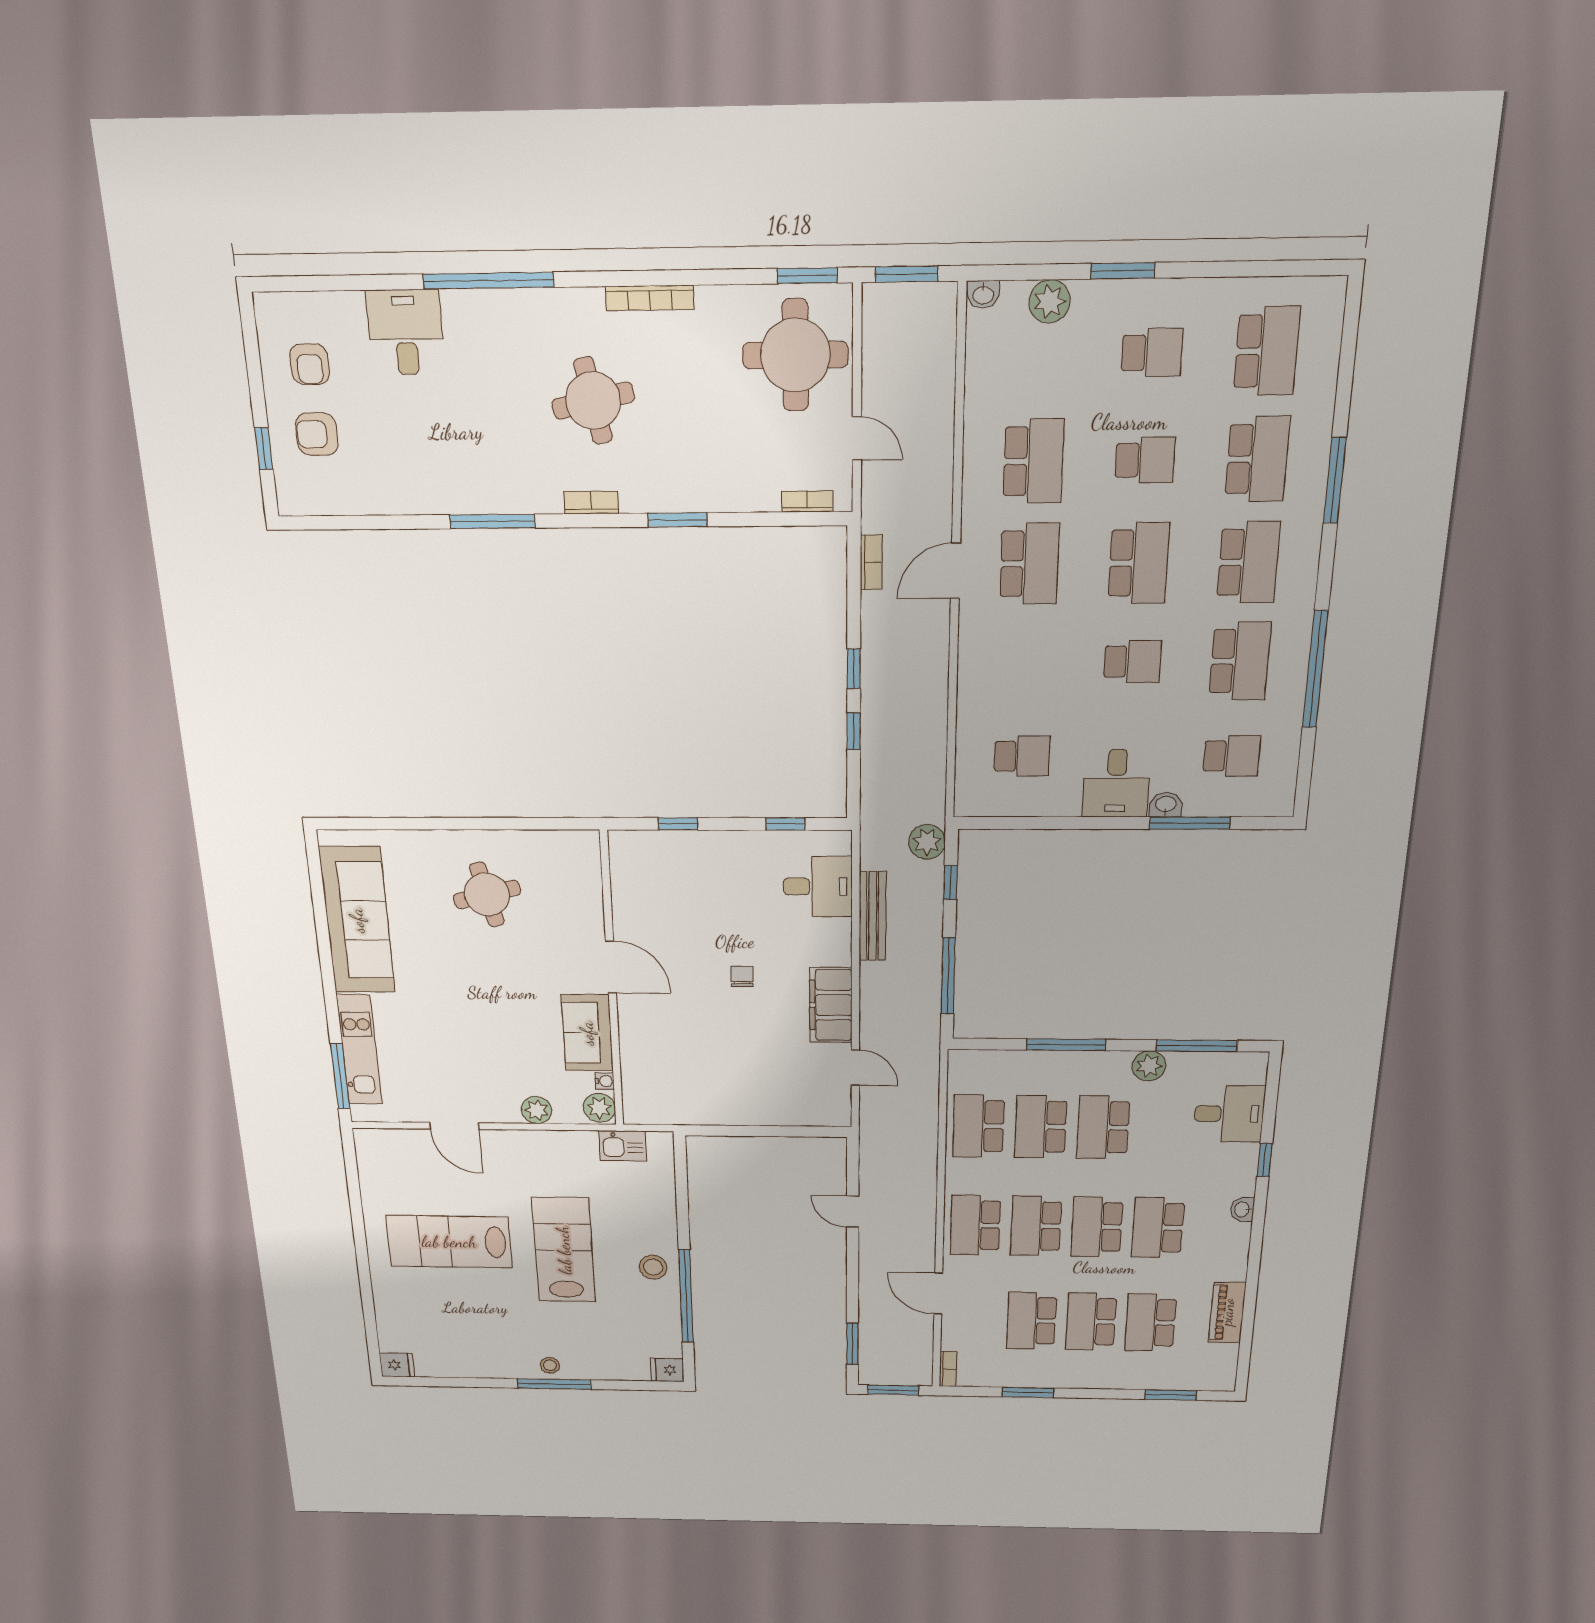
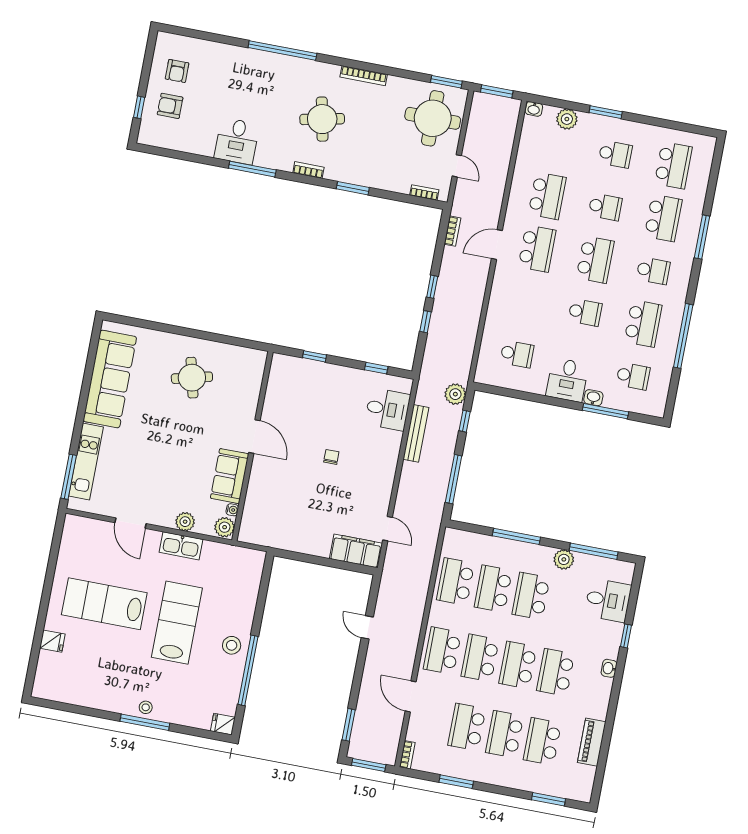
desk: (405, 332) -> (237, 141), moved, turned 180
school desk: (1248, 562) -> (653, 271), width x0.54
filing cabinet: (831, 1005) -> (356, 551), moved, turned 90
kitchen sink: (623, 1146) -> (181, 546), moved, width x1.38
fridge: (397, 1365) -> (52, 641), moved

